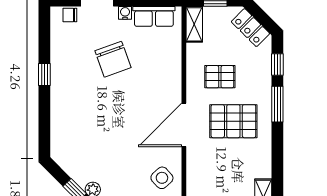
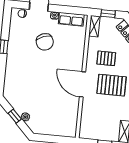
door: (184, 125) -> (82, 84), hinge flipped
side table: (162, 178) -> (66, 114), removed

